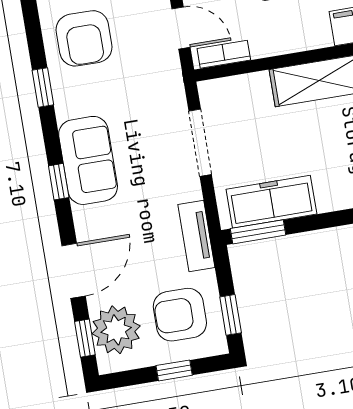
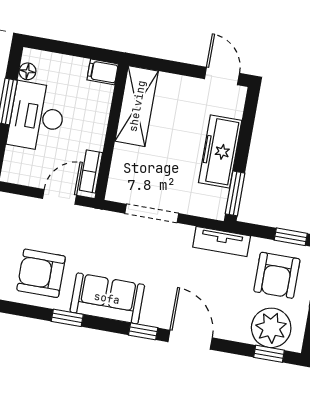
armchair: (84, 38) -> (41, 273), turned 180
sofa: (88, 160) -> (107, 298), moved
freezer: (271, 202) -> (220, 151), moved
door: (74, 271) -> (190, 340), moved

